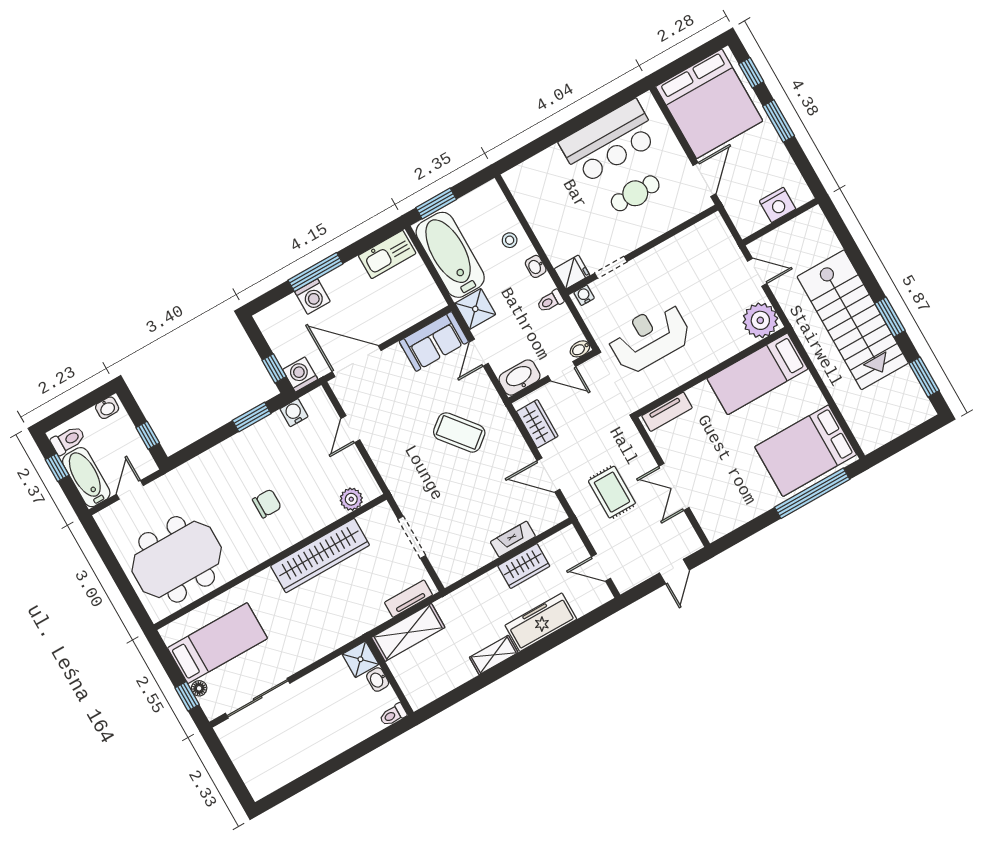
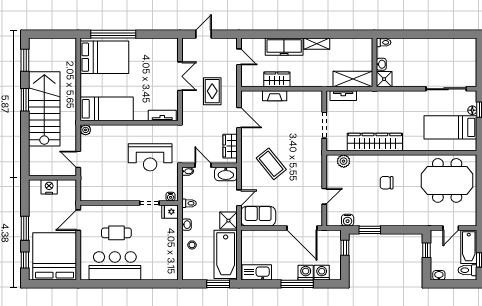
plant: (760, 320) -> (86, 130), width x0.53, depth x0.53
washing machine: (300, 374) -> (322, 273), moved, turned 180

